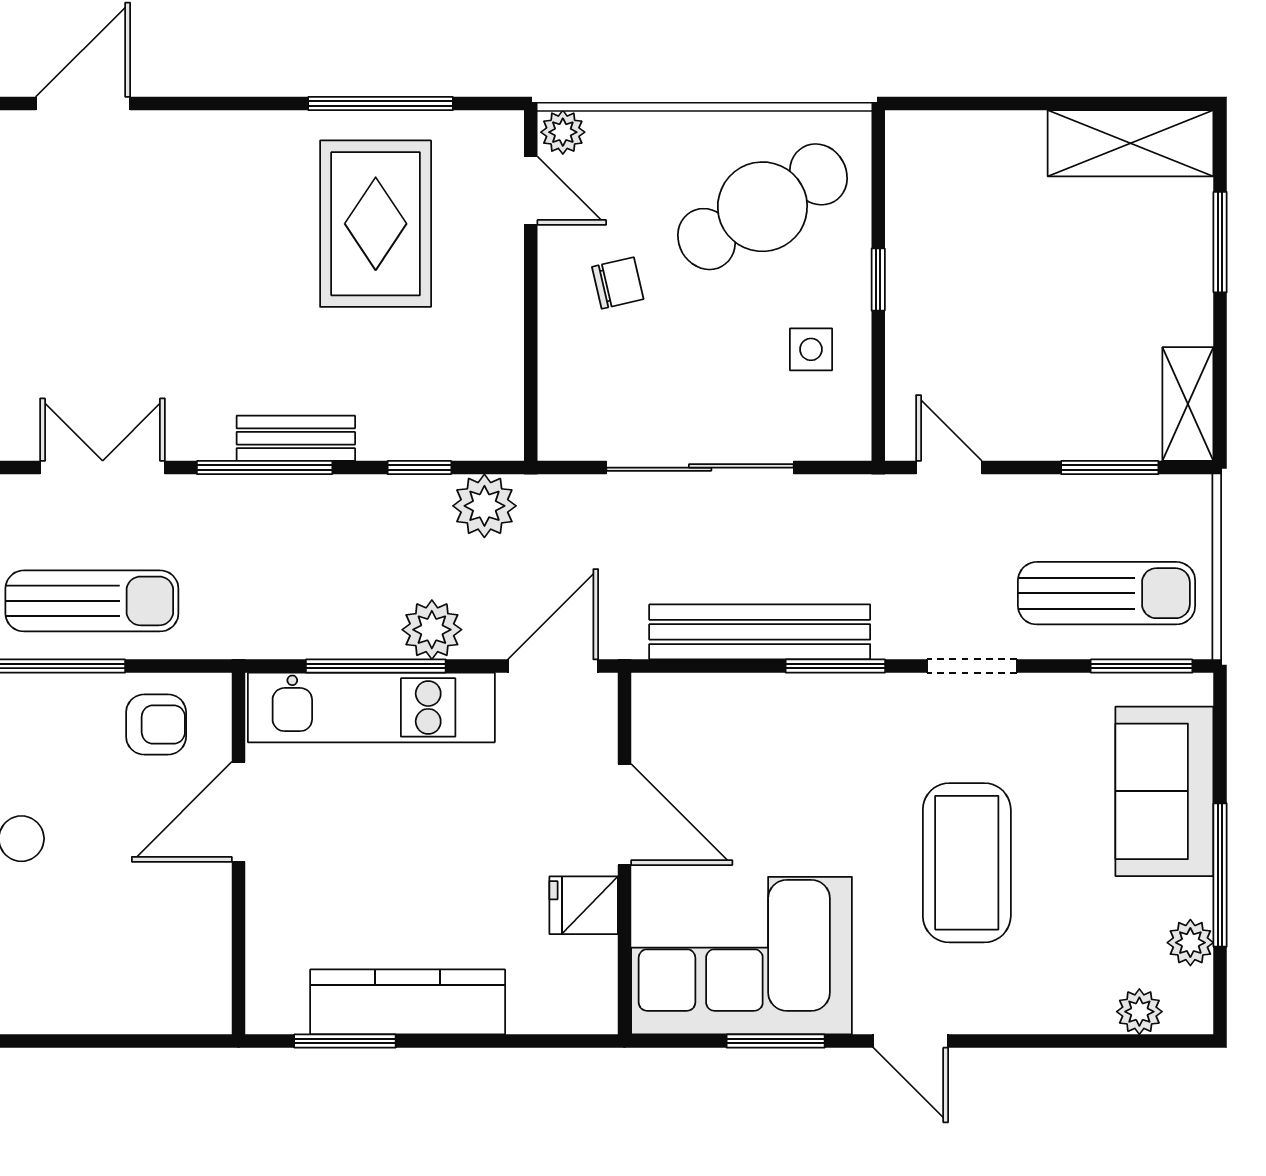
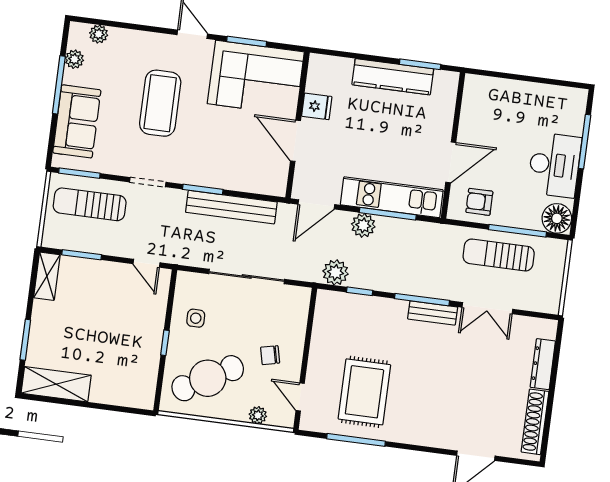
plant: (563, 132) -> (258, 415), moved
bench: (296, 438) -> (433, 313), moved

